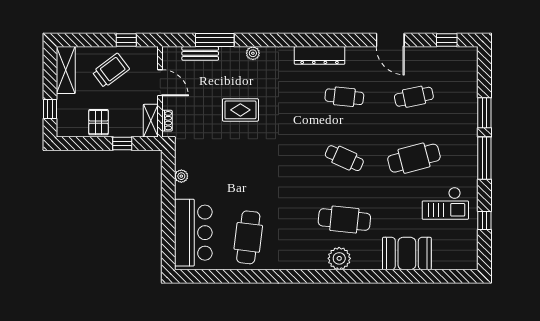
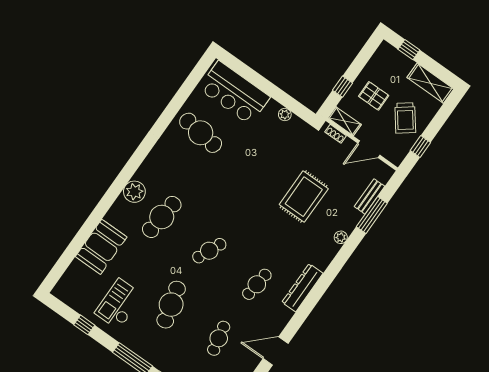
rug: (240, 110) -> (304, 197), width x1.36, depth x1.43
pallet: (98, 122) -> (374, 96), moved

